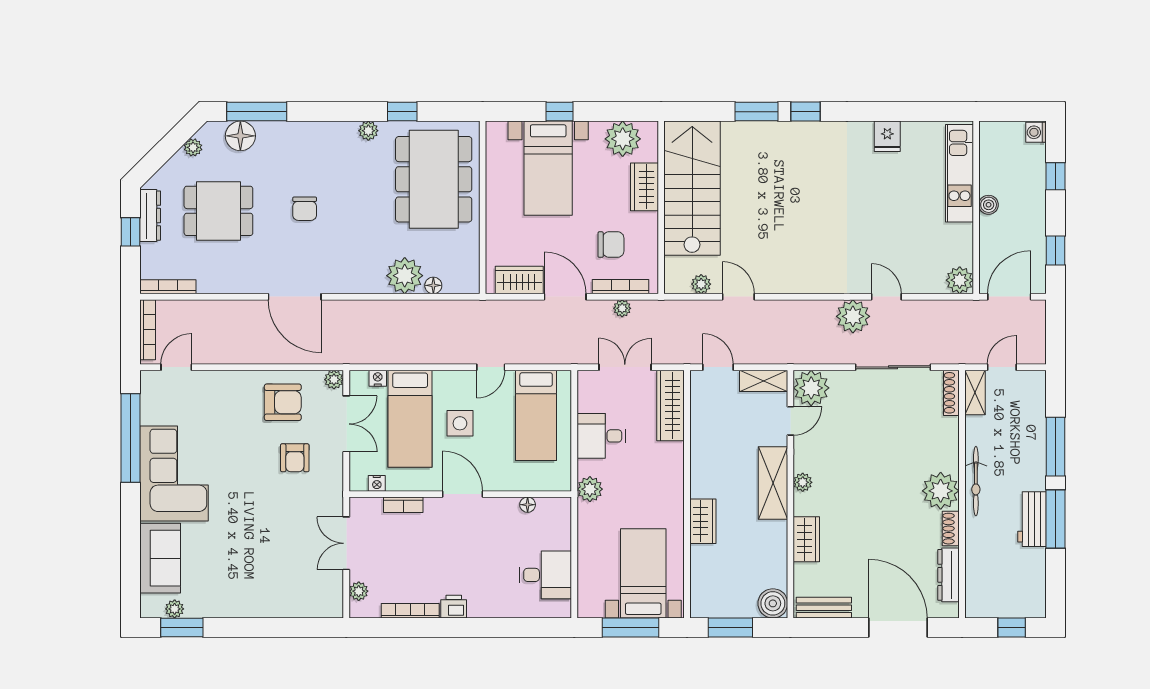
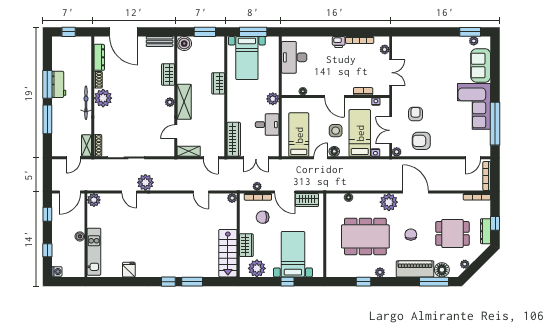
piano: (296, 138) -> (415, 269), added
dining table: (434, 179) -> (365, 236), moved, turned 90
stairs: (692, 188) -> (228, 253), width x0.73, depth x0.66
plant: (405, 276) -> (389, 202), moved
plant: (701, 284) -> (232, 198), moved
floor lamp: (463, 381) -> (334, 151), added
plant: (811, 388) -> (166, 148), removed
desk: (546, 575) -> (294, 57), width x1.37

